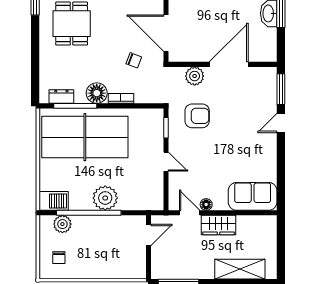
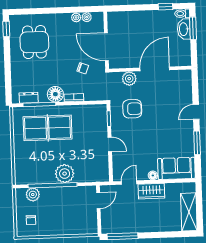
window: (281, 89) -> (197, 143), moved
table tennis table: (85, 137) -> (48, 128), width x0.73, depth x0.76
barbecue: (54, 201) -> (25, 177), removed
floor lamp: (206, 204) -> (153, 175), moved
door: (190, 213) -> (129, 183), hinge flipped
shelving: (240, 269) -> (189, 212), moved, turned 90

